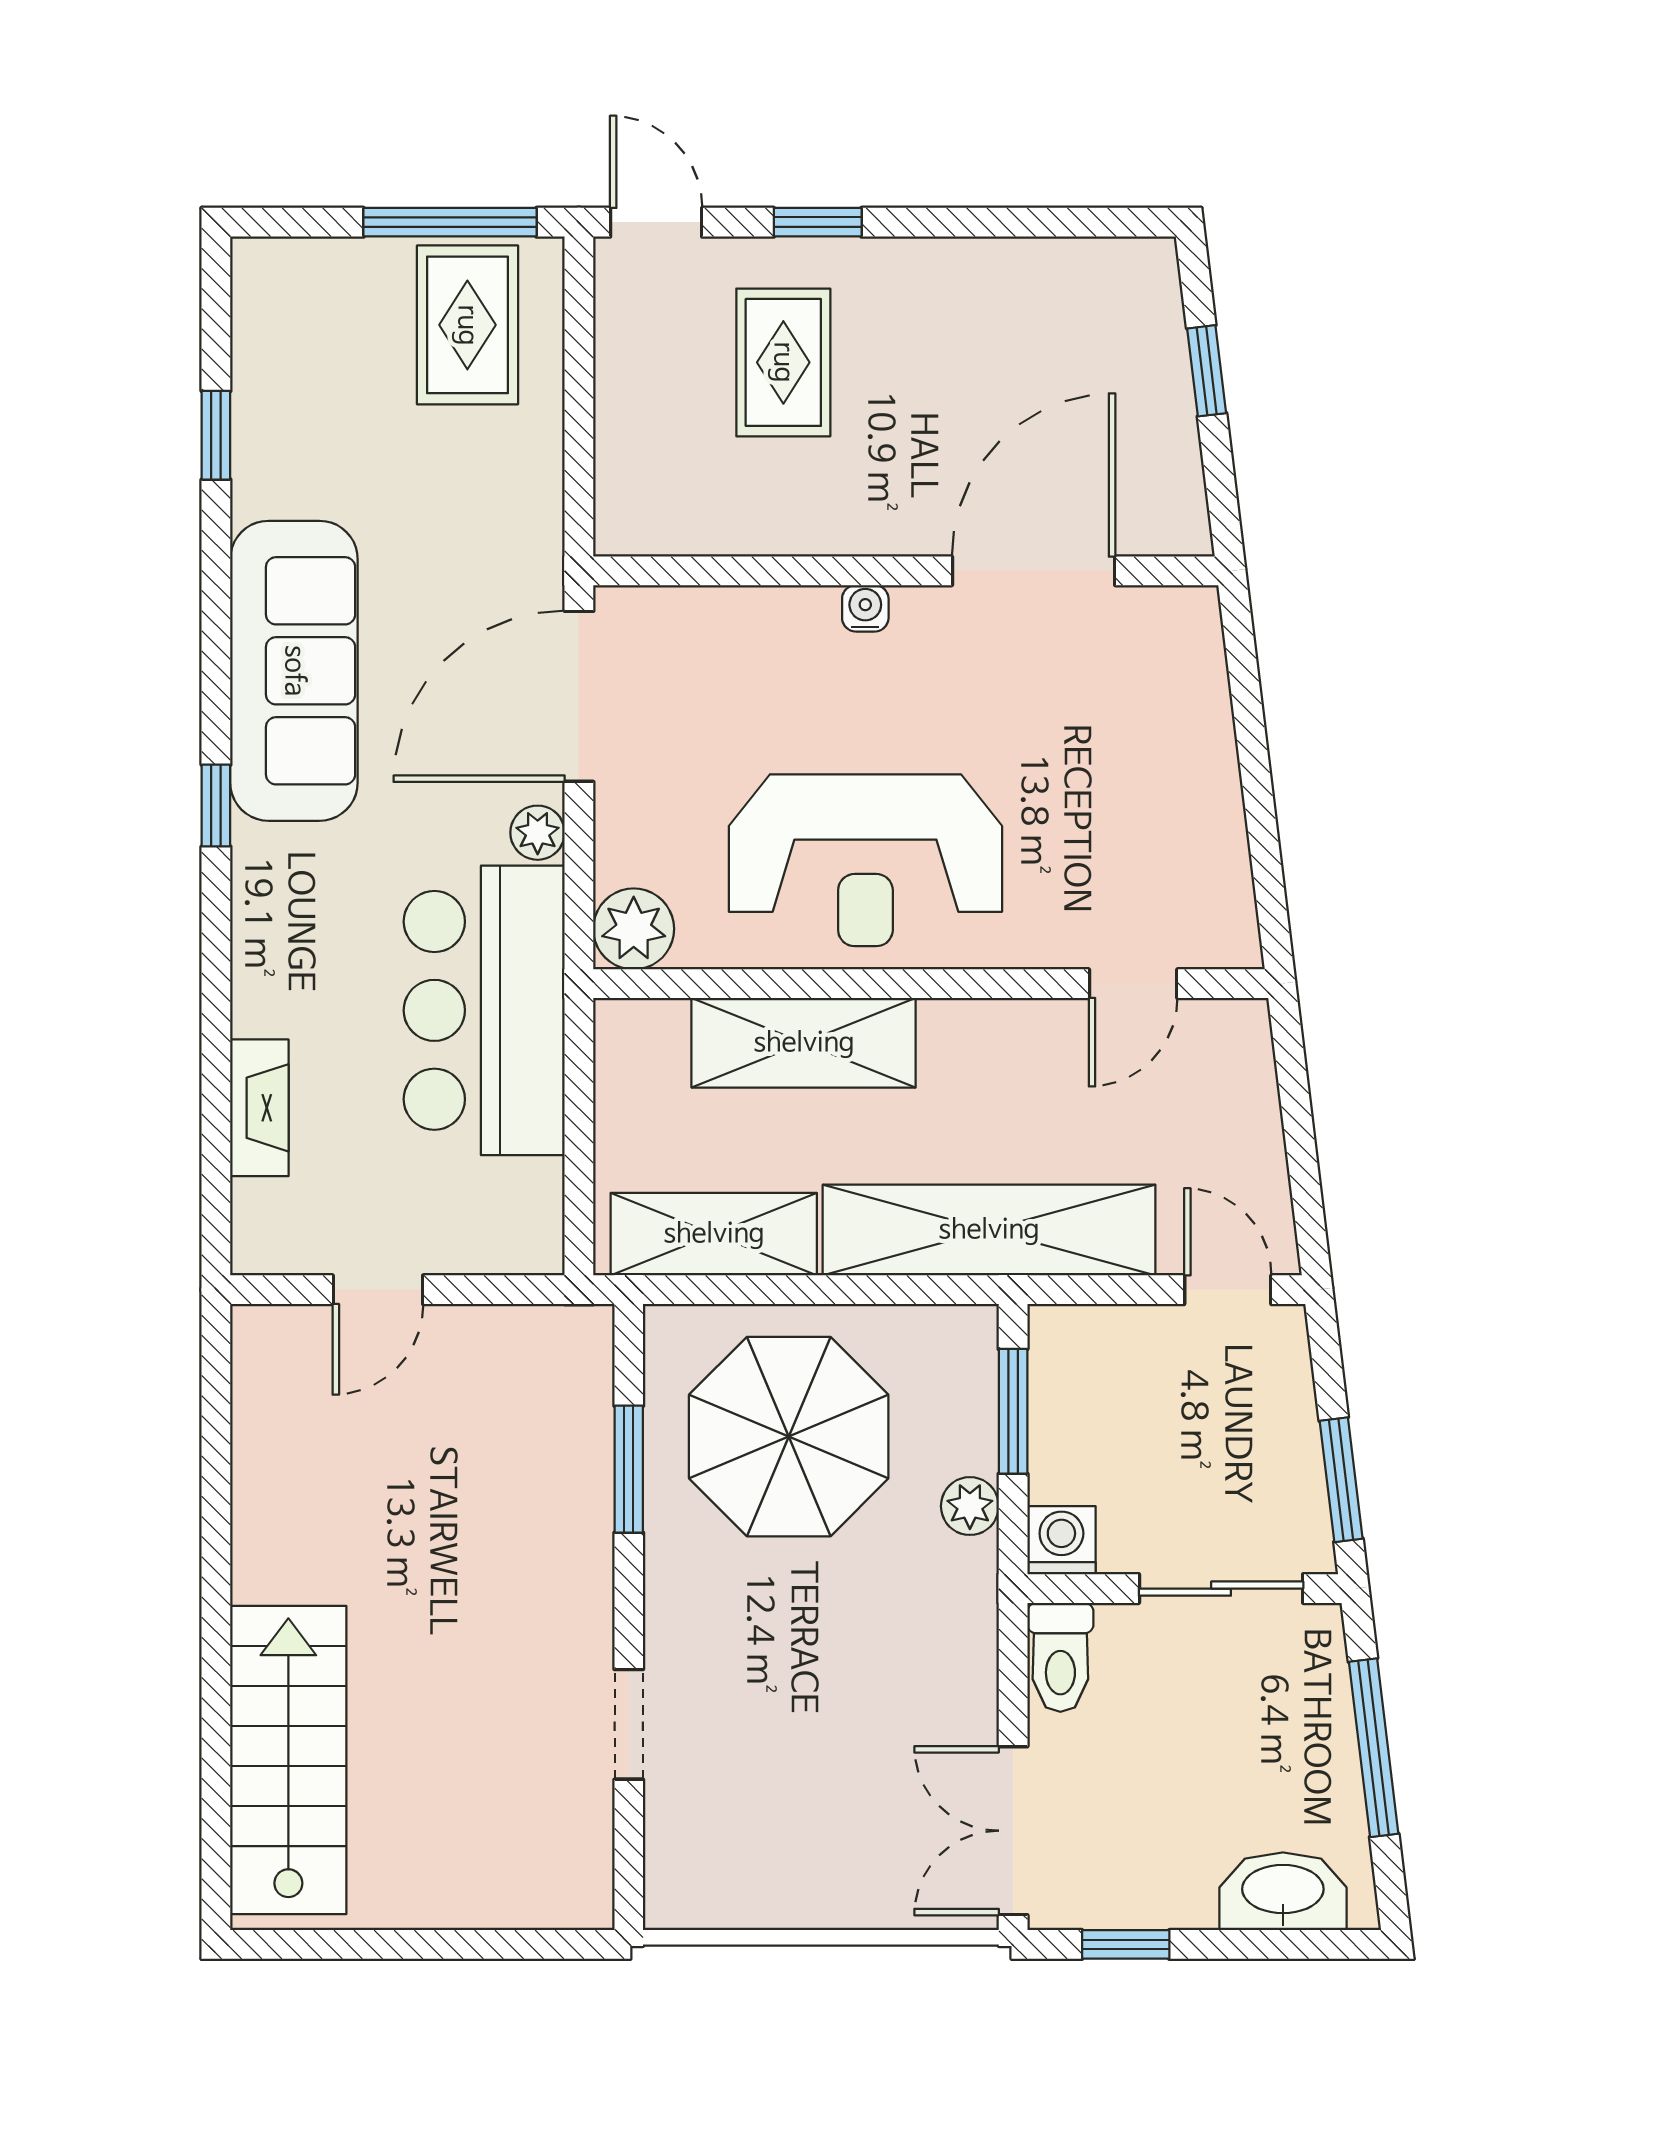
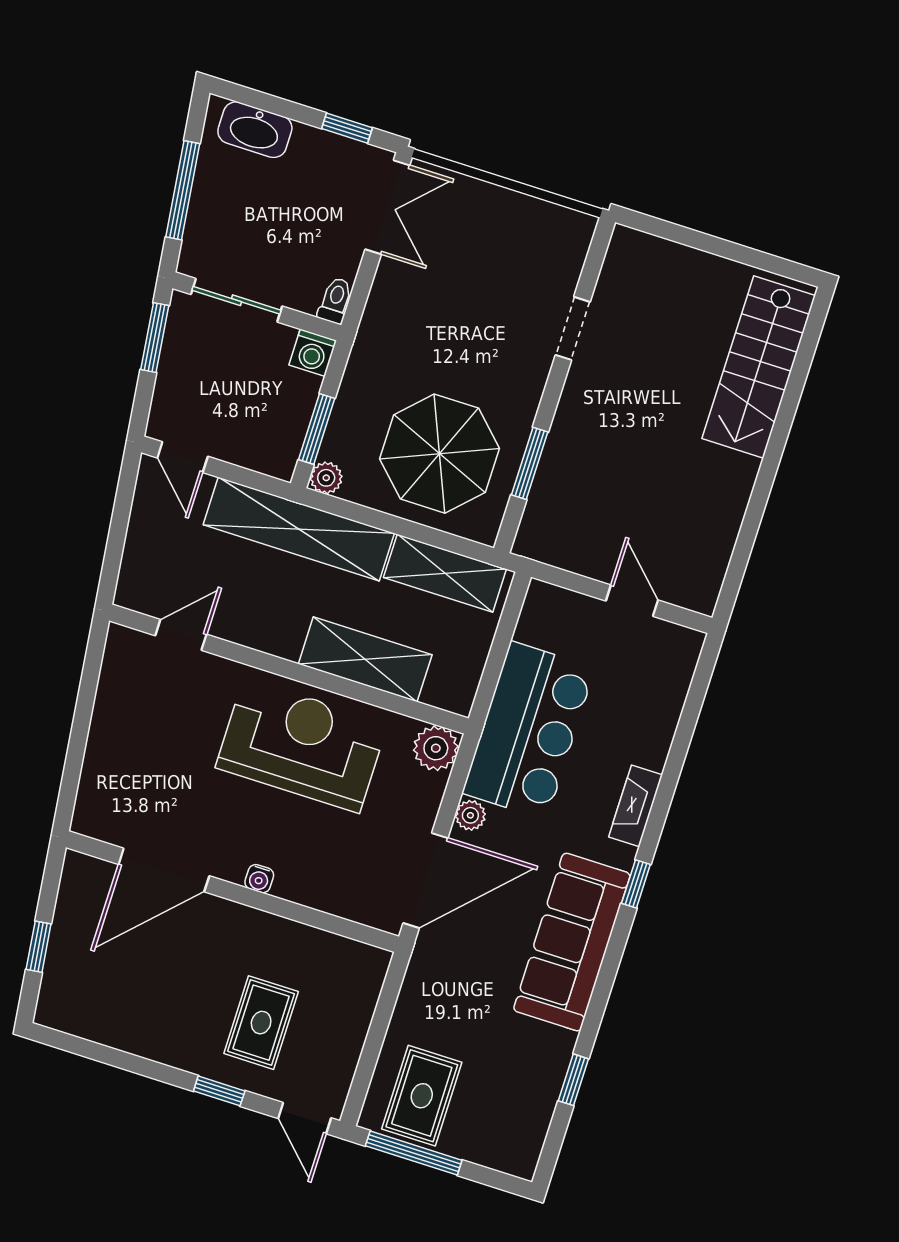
fireplace: (259, 1108) -> (635, 806), moved
door: (378, 1290) -> (632, 601), hinge flipped
plant: (970, 1506) -> (326, 478), moved
toilet: (1060, 1657) -> (335, 301), width x0.73, depth x0.72

